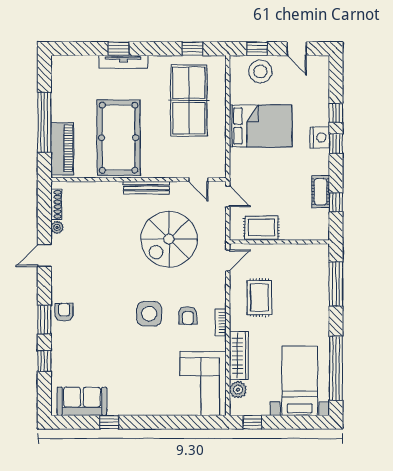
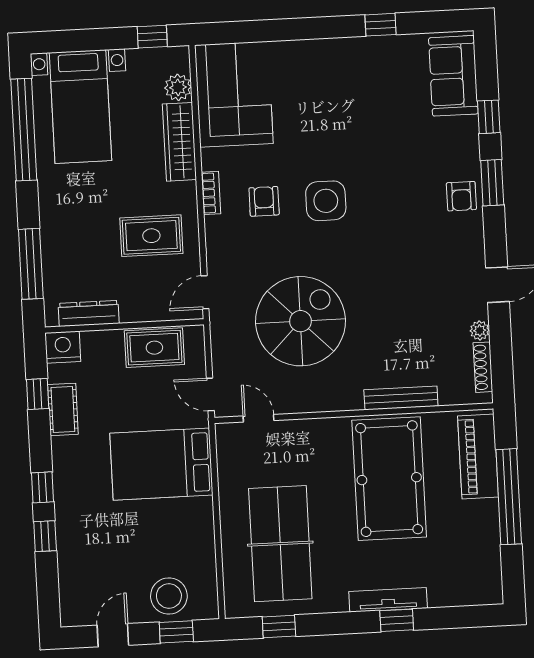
door: (297, 49) -> (113, 635), hinge flipped
bed: (261, 126) -> (161, 464), moved
nightstand: (320, 137) -> (63, 347), moved, turned 90
bench: (147, 188) -> (401, 398), moved
dresser: (301, 251) -> (89, 313), added
rug: (259, 298) -> (151, 236), turned 90
sofa: (82, 401) -> (453, 76), moved, turned 90

